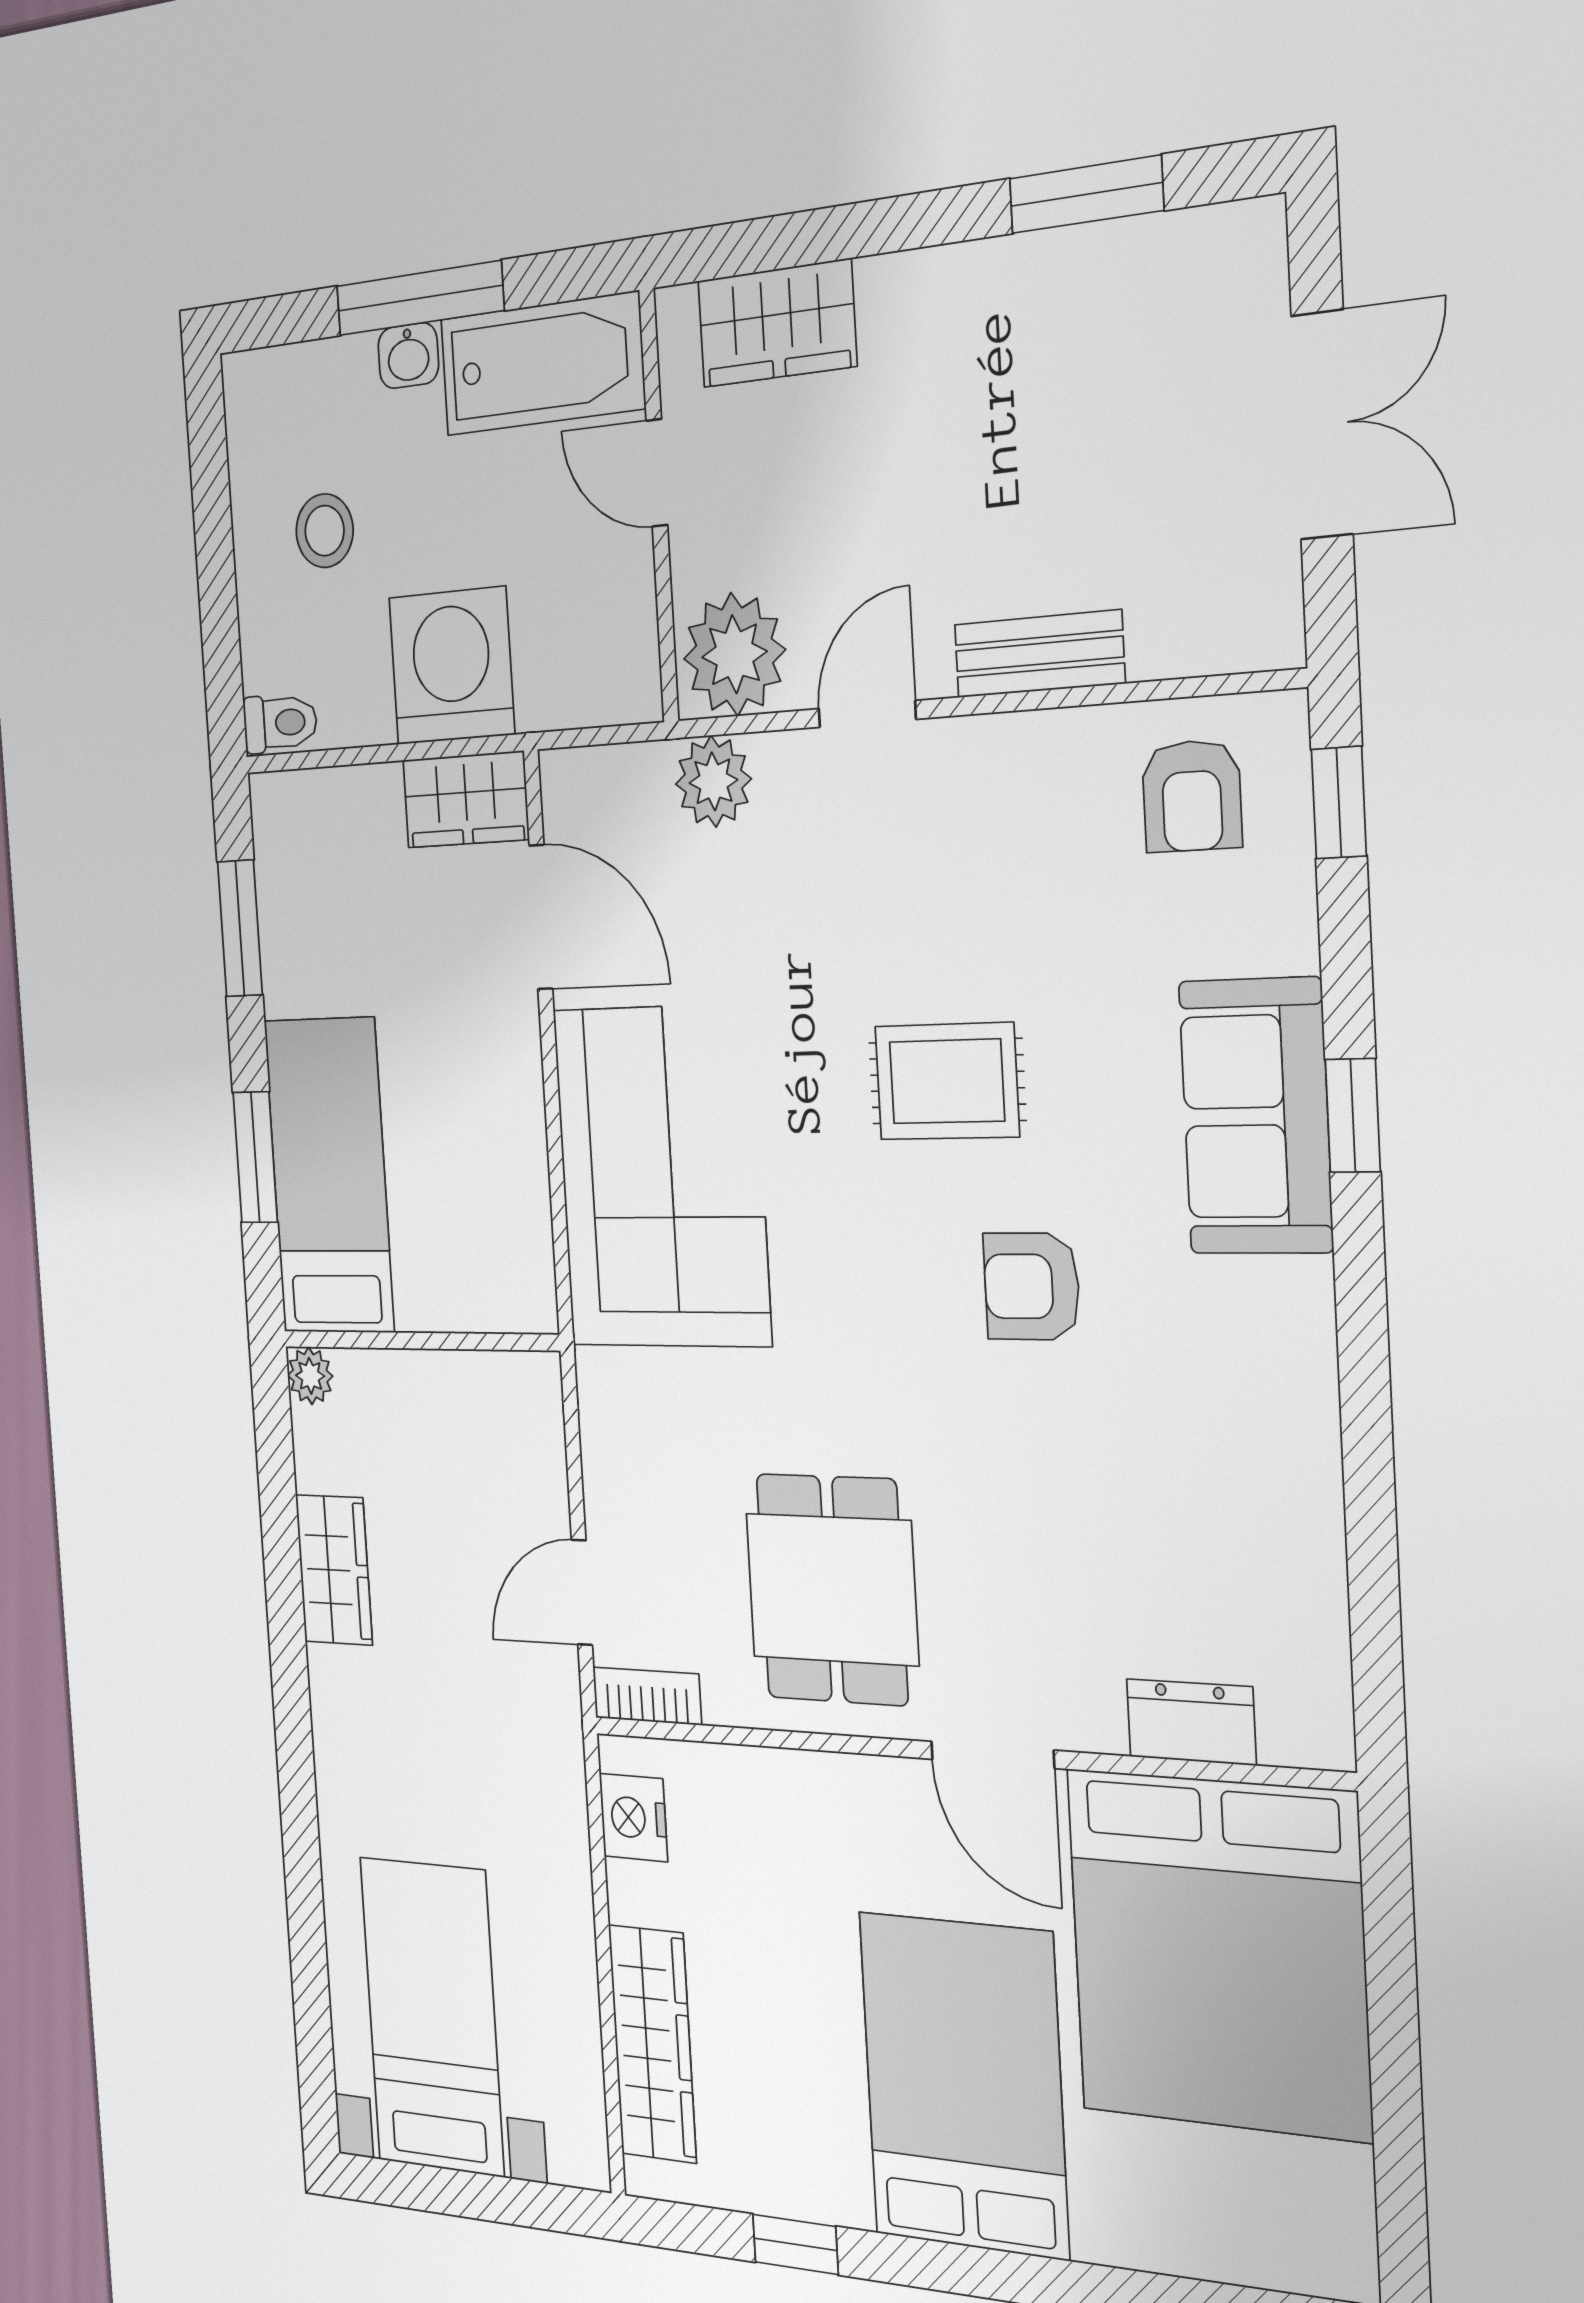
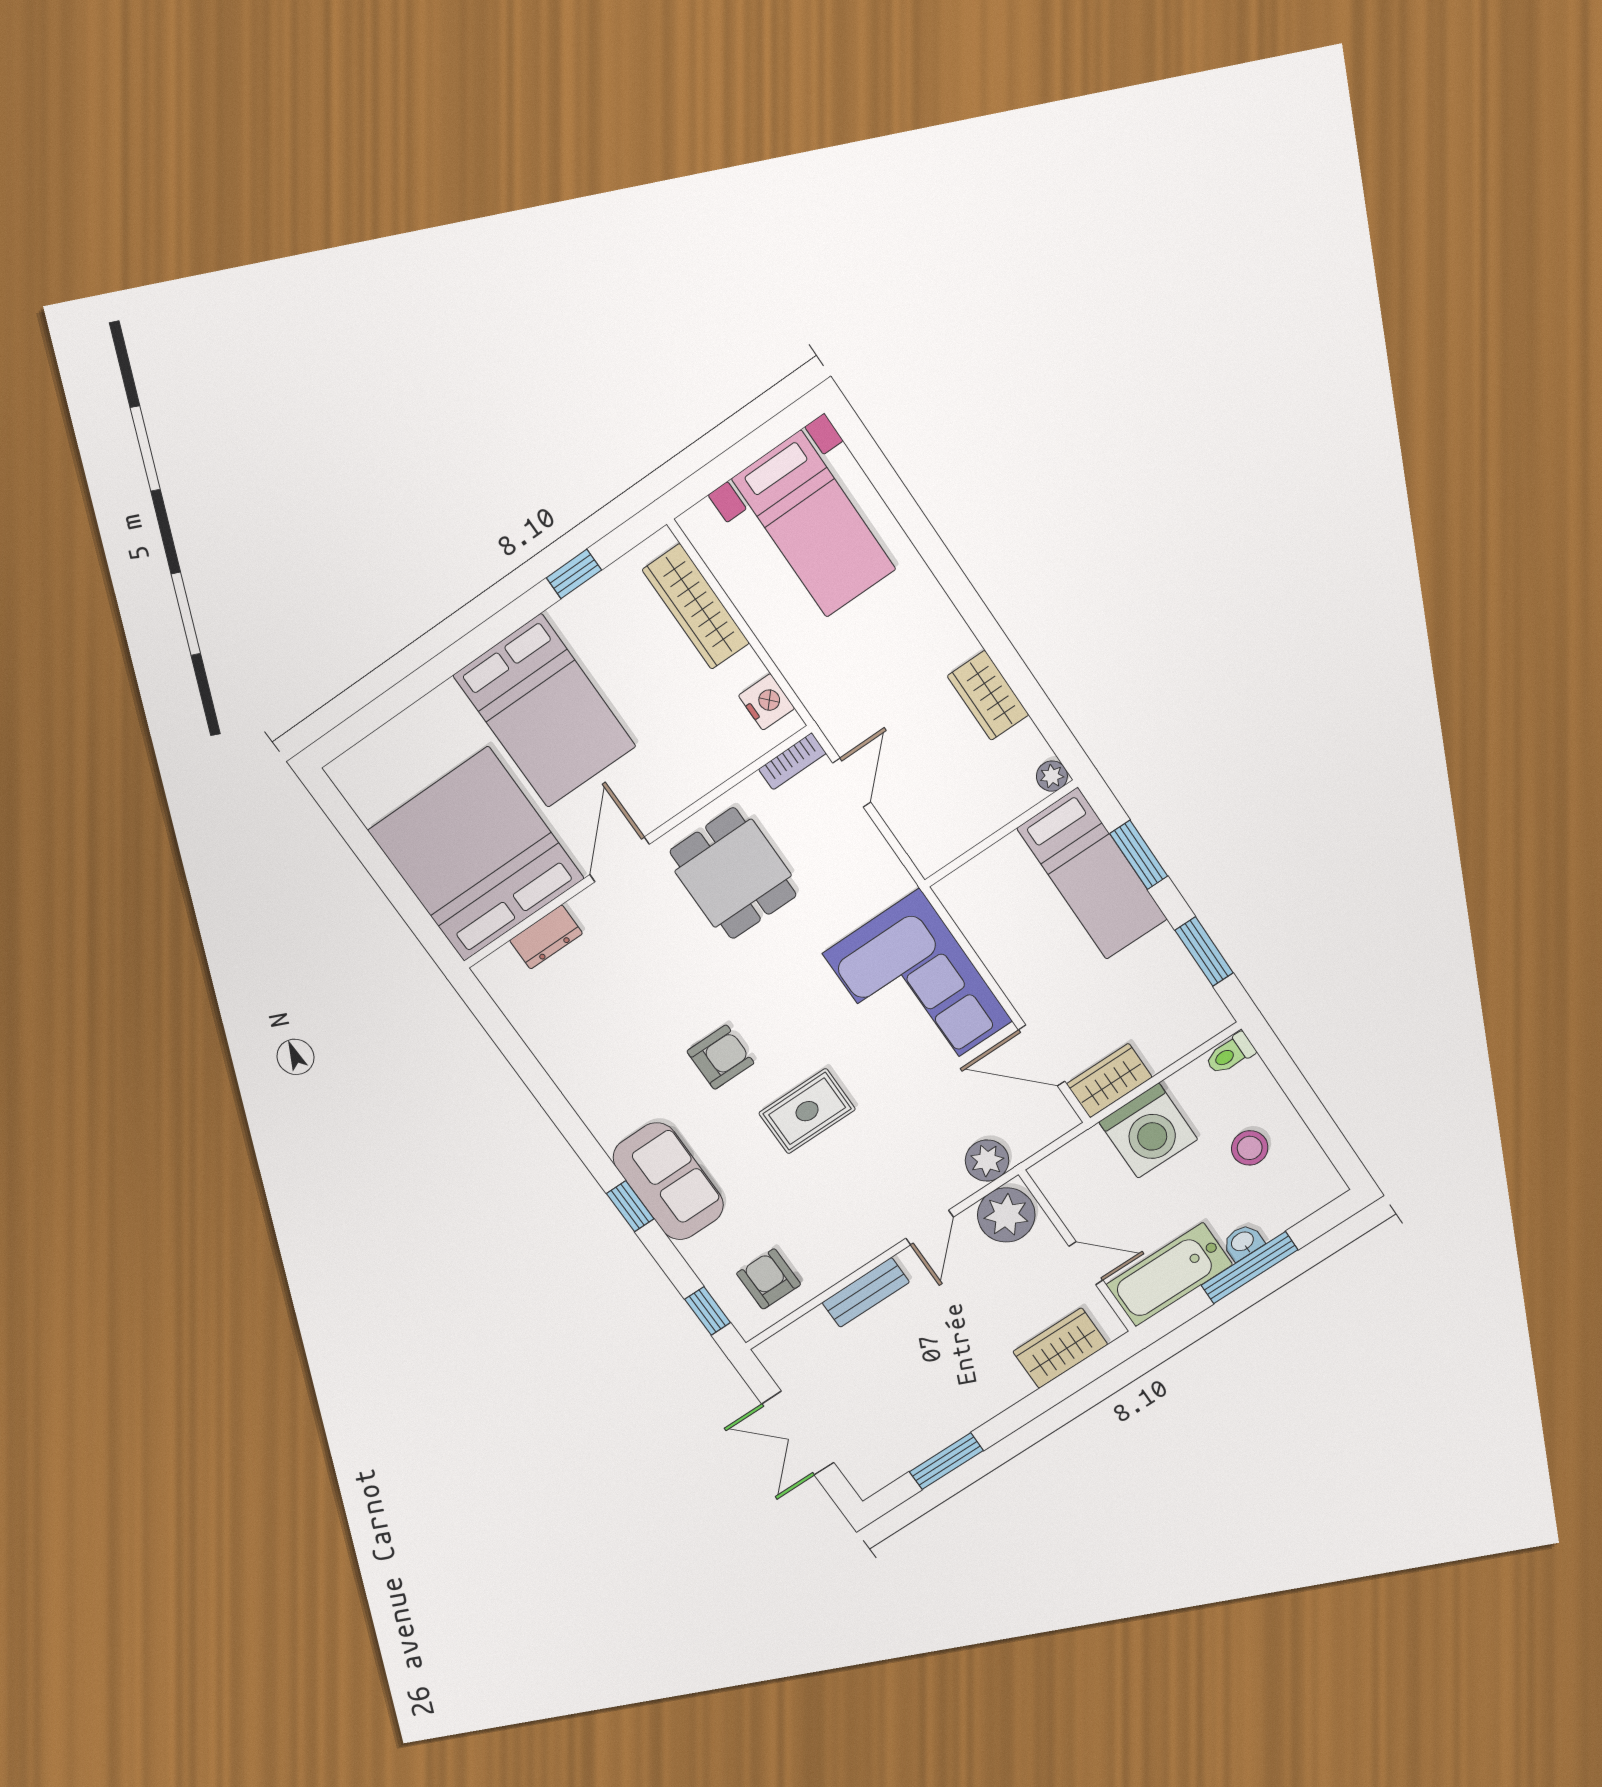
door: (992, 1755) -> (620, 859), hinge flipped

